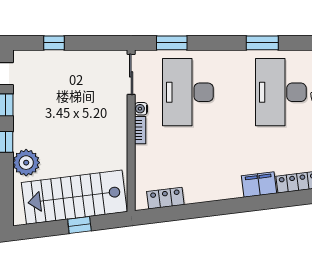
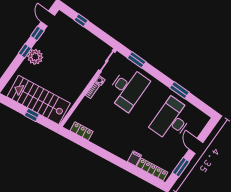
desk: (188, 92) -> (128, 89), turned 180
plant: (26, 163) -> (35, 57), moved
filing cabinet: (259, 185) -> (134, 158), width x0.50

